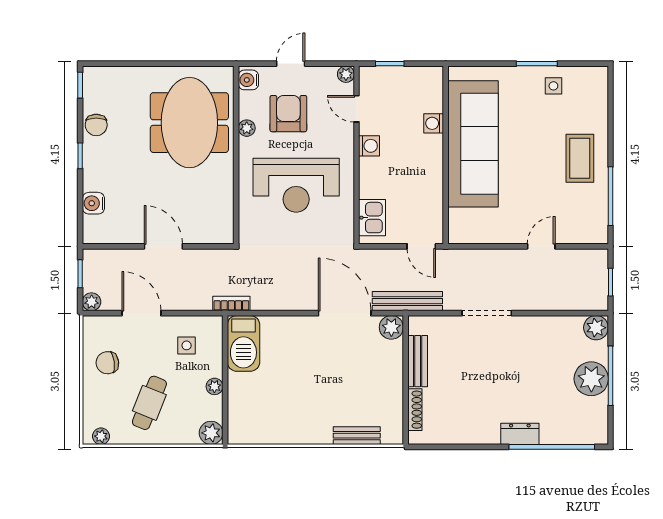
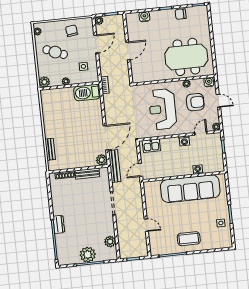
plant: (596, 328) -> (110, 242), moved

